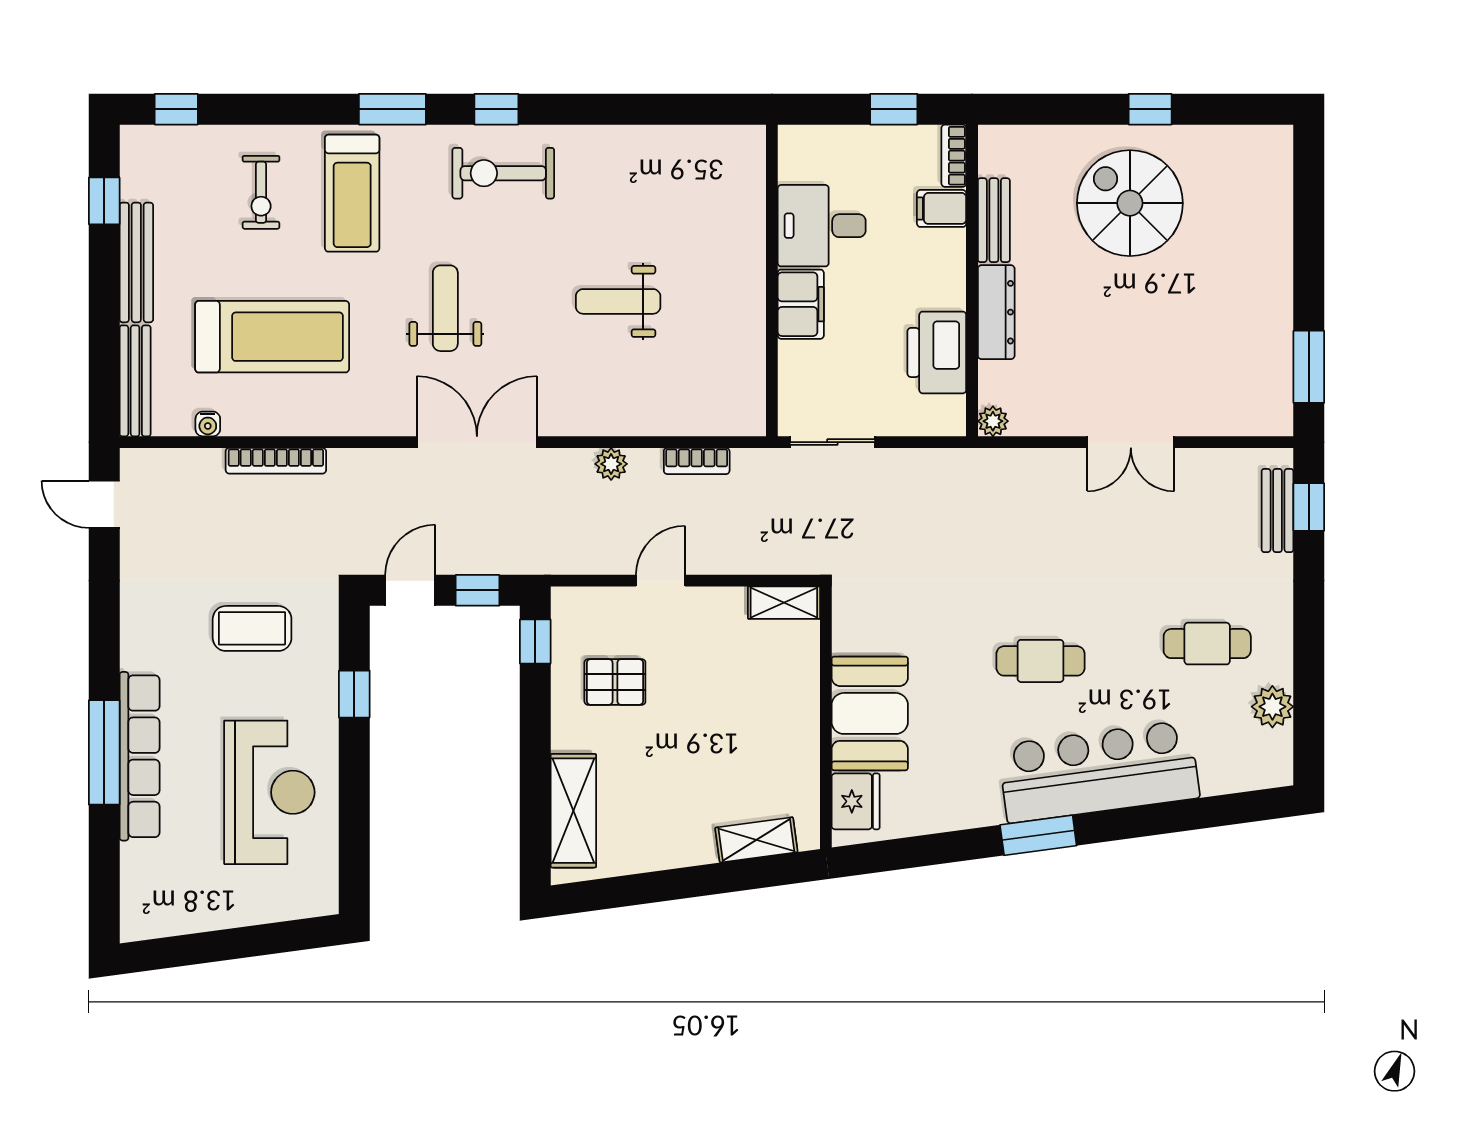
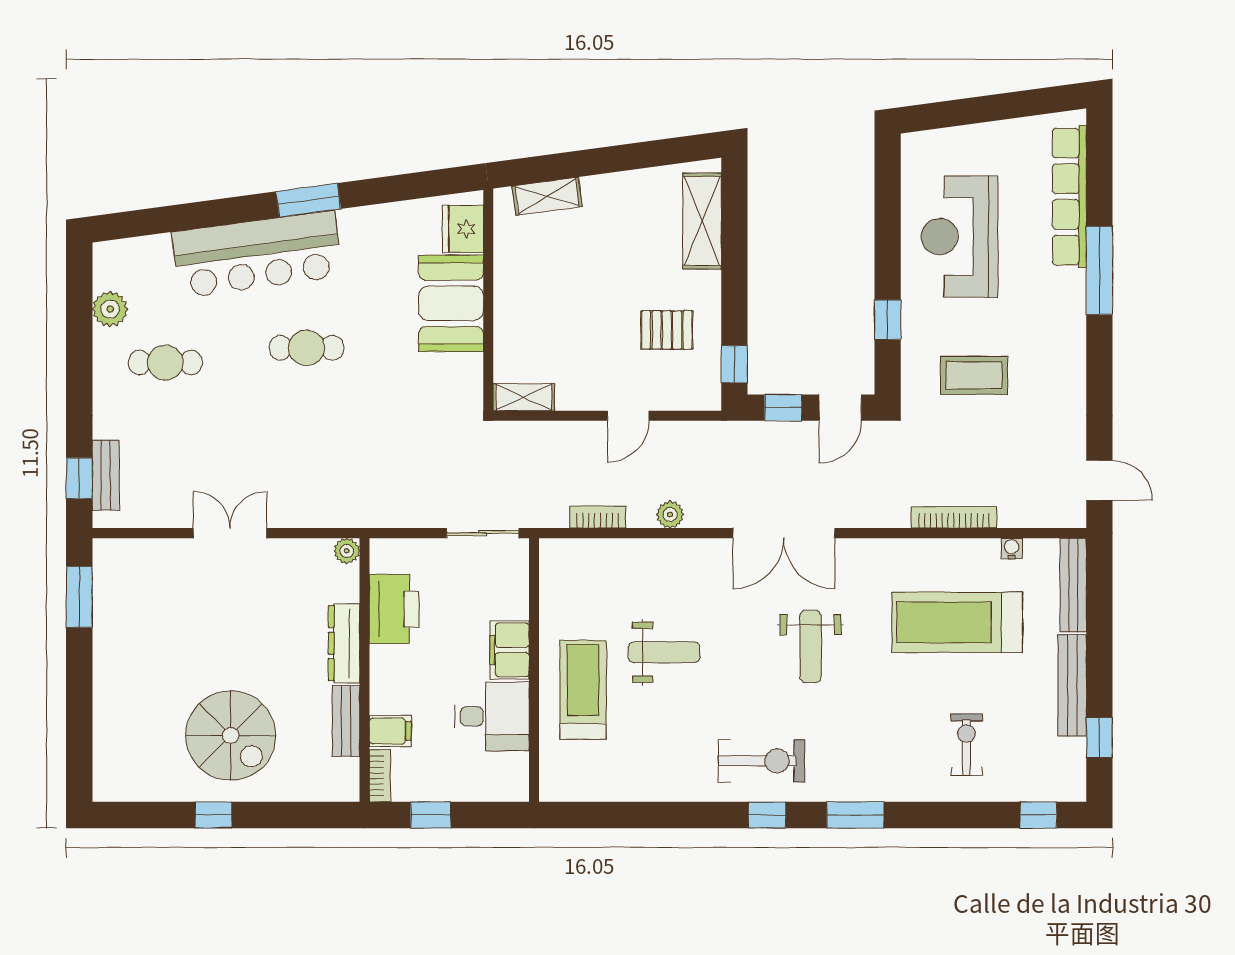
treadmill: (352, 193) -> (583, 690), moved
row of seats: (140, 756) -> (1069, 197), moved

